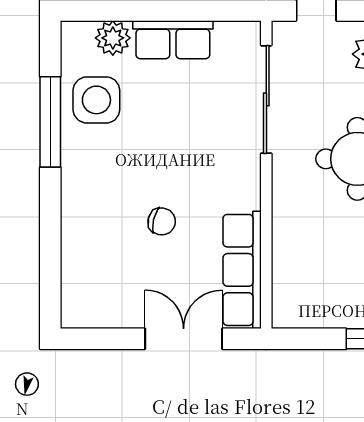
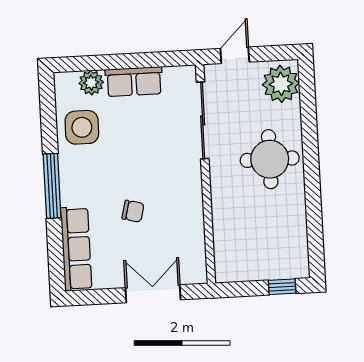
window: (50, 122) -> (52, 186), moved
row of seats: (242, 270) -> (76, 249), moved, turned 180

